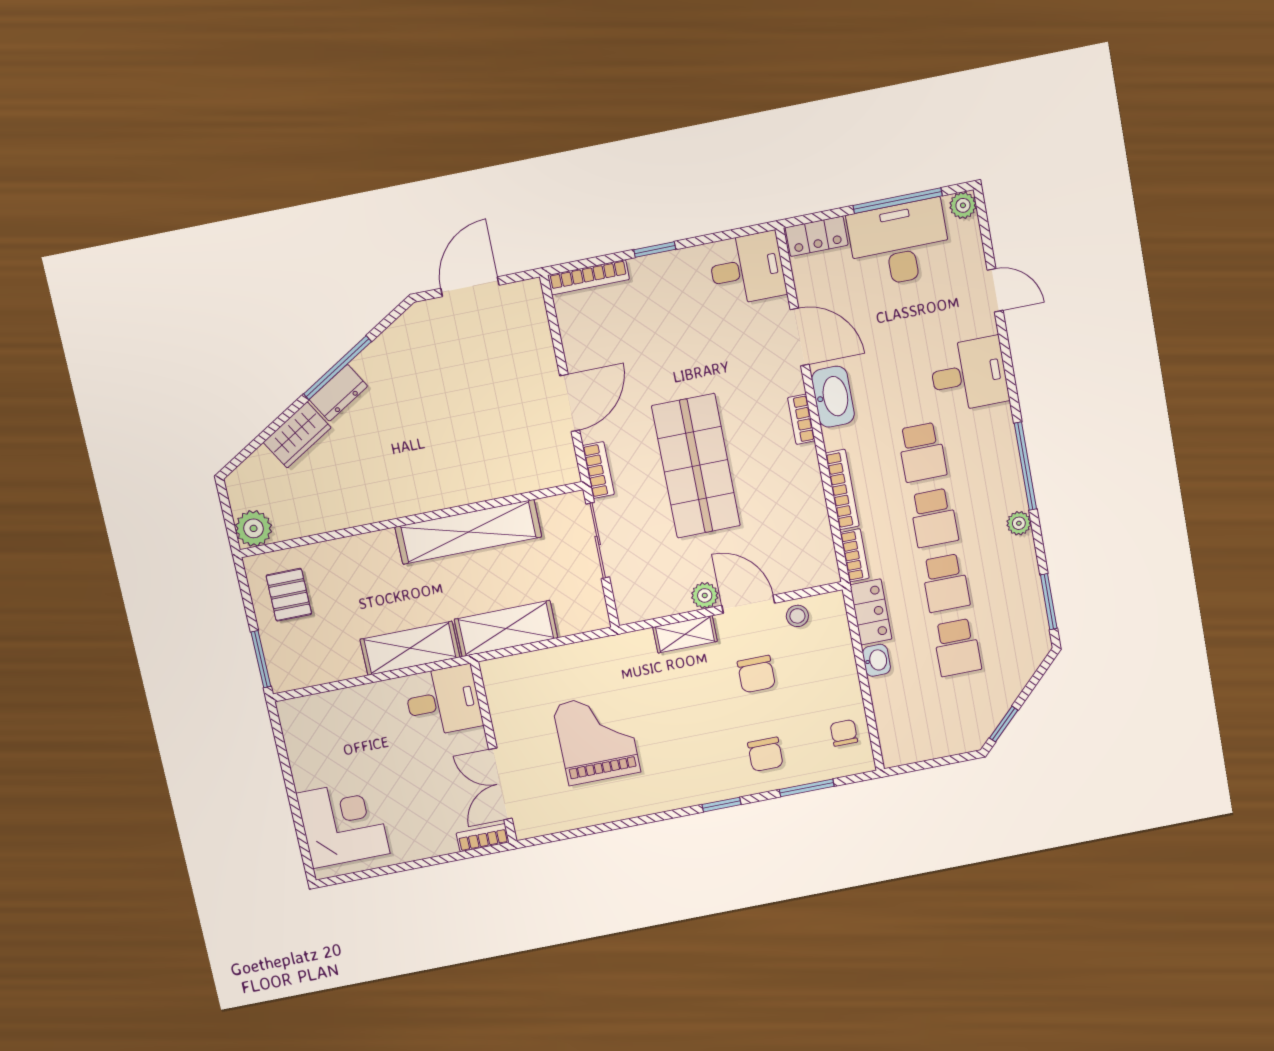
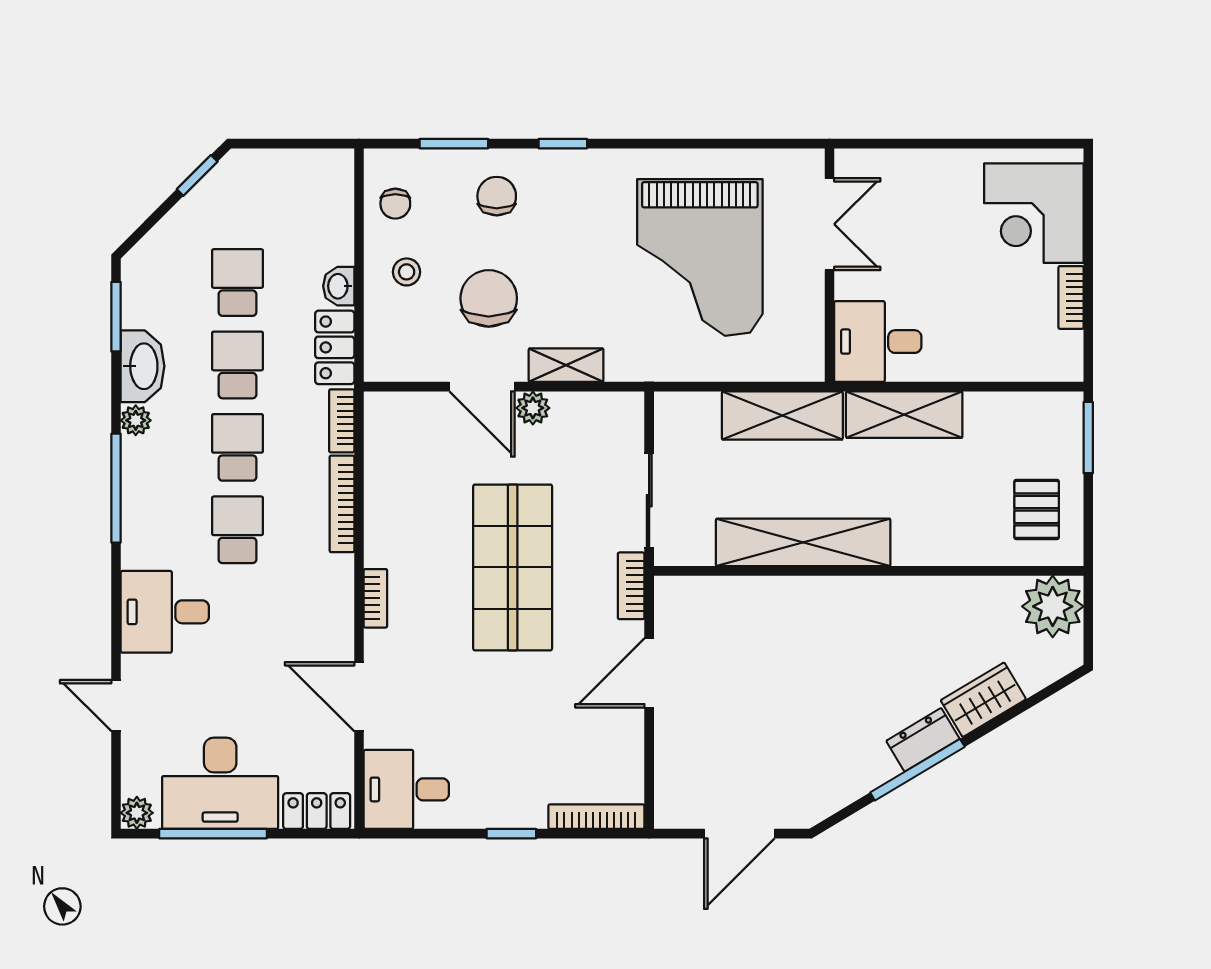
washbasin: (833, 397) -> (143, 366), moved, turned 180
plant: (254, 528) -> (1053, 606), width x1.36, depth x1.36
stool: (797, 616) -> (407, 272), moved
chair: (756, 674) -> (489, 298), width x1.37, depth x1.37
grand piano: (597, 738) -> (700, 257), width x1.37, depth x1.48
bookcase: (483, 838) -> (1071, 298), moved, turned 90

